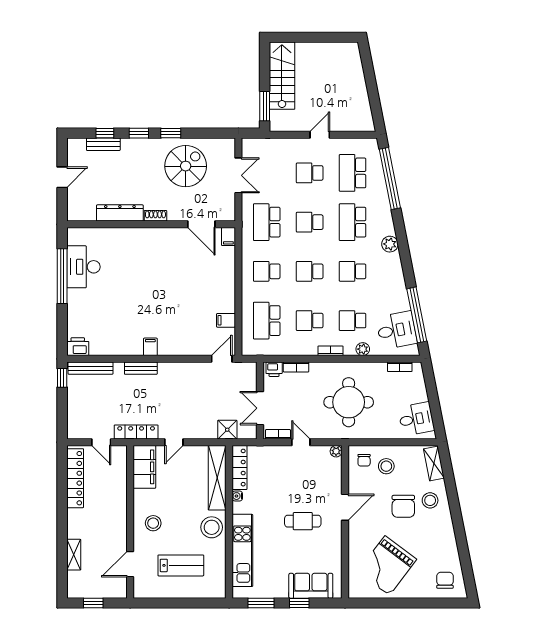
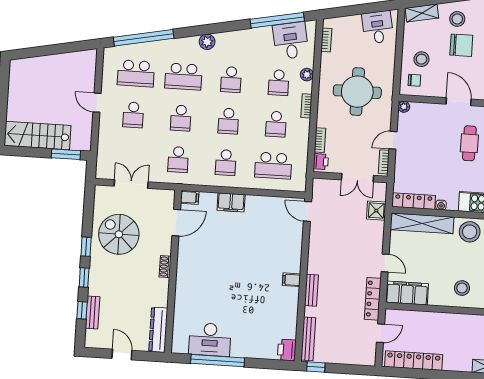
dresser: (120, 213) -> (158, 330), moved
school desk: (267, 222) -> (178, 159), width x0.54
filing cabinet: (226, 320) -> (231, 202), moved, width x2.00

